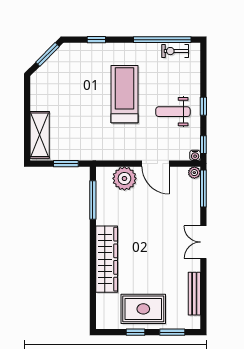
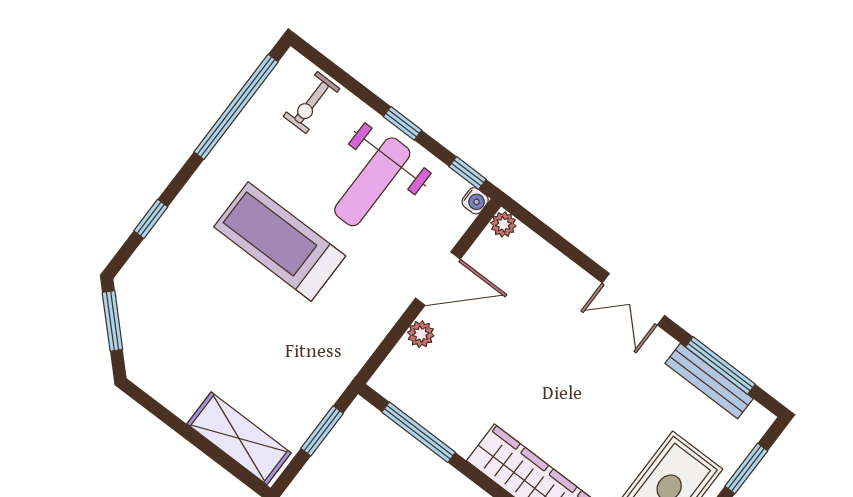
exercise bike: (175, 51) -> (312, 103), moved
weight bench: (173, 112) -> (372, 182), width x1.36, depth x1.33
plant: (124, 178) -> (421, 334), width x0.53, depth x0.53
window: (203, 189) -> (720, 365), moved

